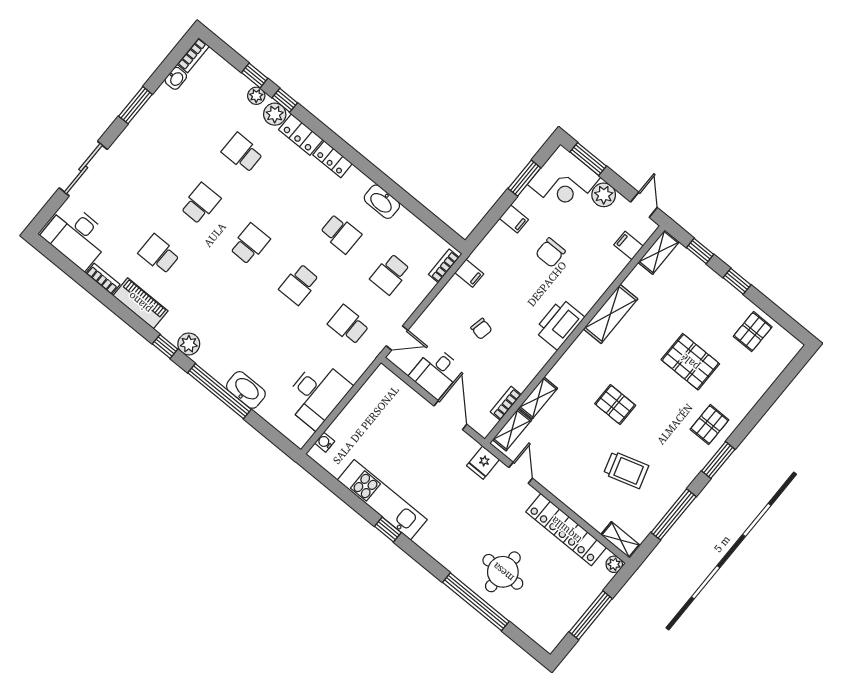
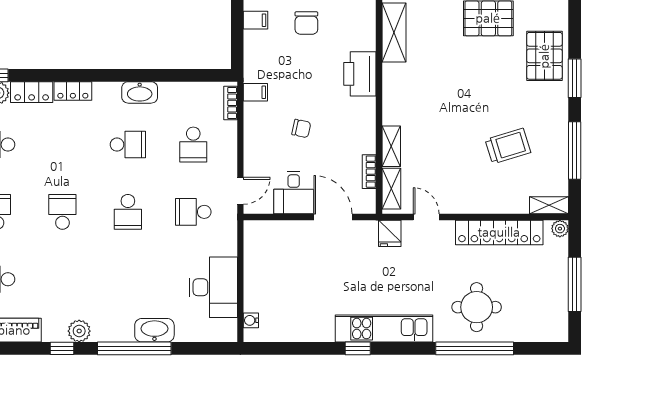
pallet: (615, 405) -> (457, 101), removed
pallet: (709, 425) -> (544, 56), width x1.50, depth x1.42
kitchen unit: (382, 500) -> (384, 329), moved

